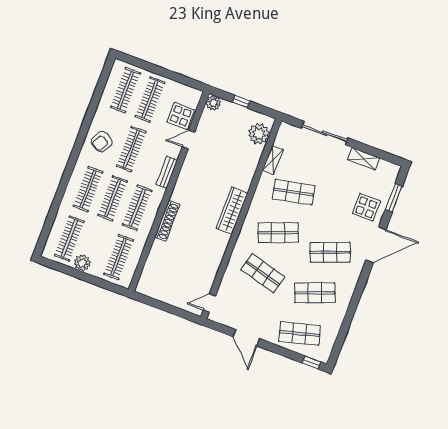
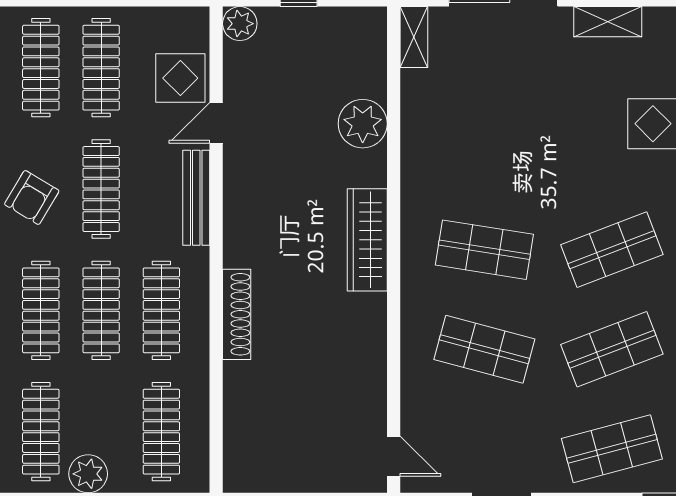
plant: (259, 134) -> (363, 124), moved
shelving: (273, 160) -> (414, 37), moved
bench: (167, 172) -> (196, 198), width x1.36
shop shelf: (294, 192) -> (484, 150), removed
shop shelf: (278, 233) -> (484, 250), turned 30
door: (209, 303) -> (394, 456), swing flipped

